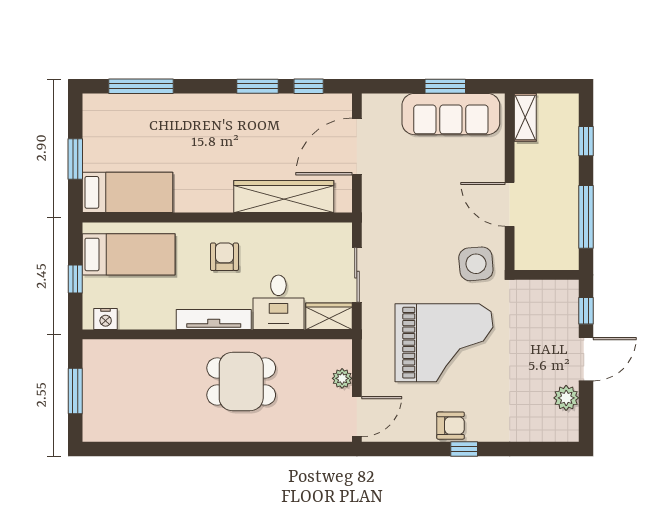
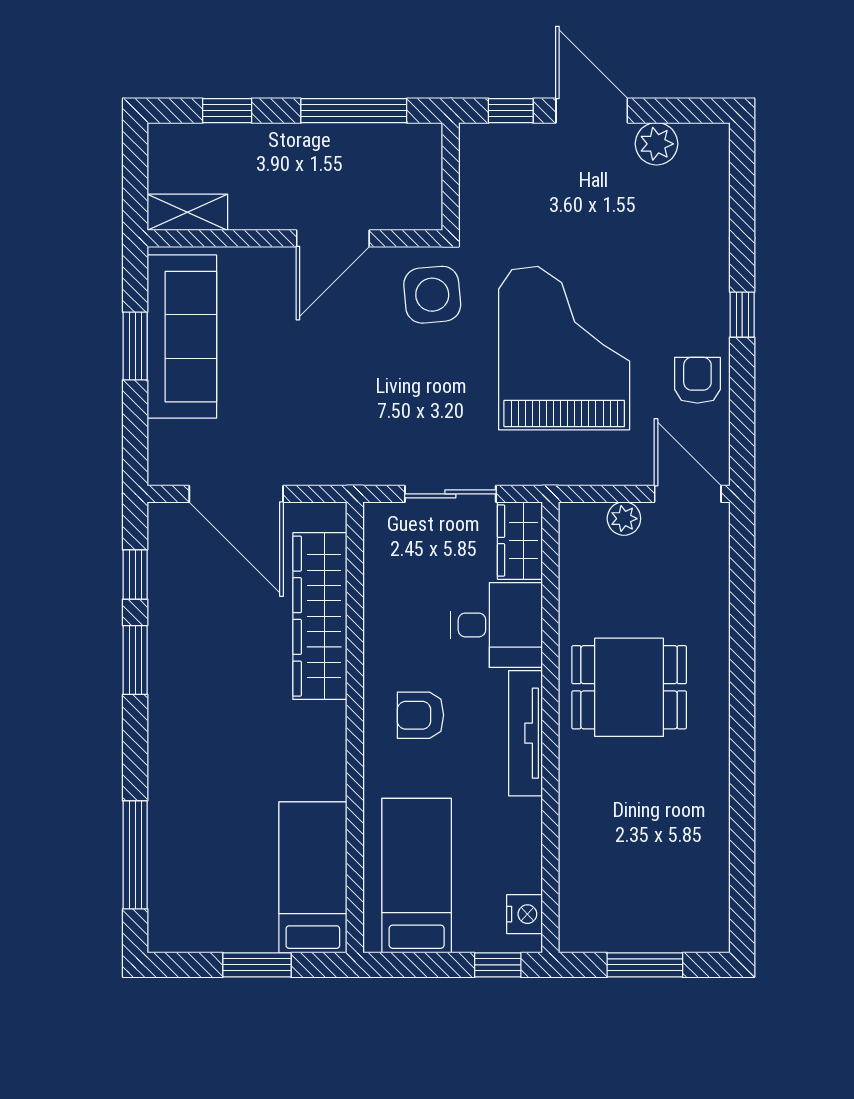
window: (75, 279) -> (498, 965), moved
dining table: (241, 382) -> (629, 687), turned 90
armchair: (451, 426) -> (697, 380), moved

